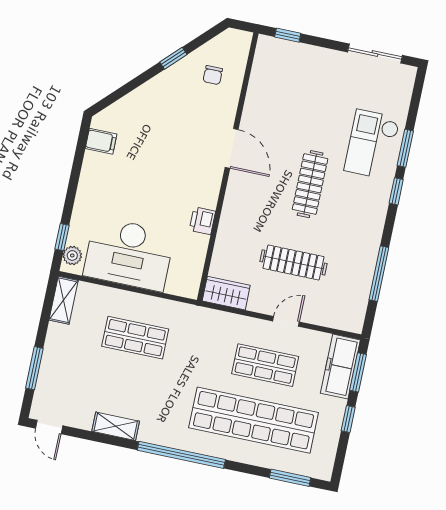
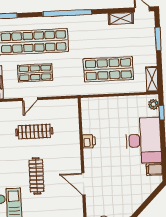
desk: (129, 254) -> (144, 140), moved, turned 90
wardrobe: (226, 293) -> (66, 106), removed
shop shelf: (135, 338) -> (108, 69), width x1.43, depth x1.36
shelving: (116, 426) -> (121, 18), moved

